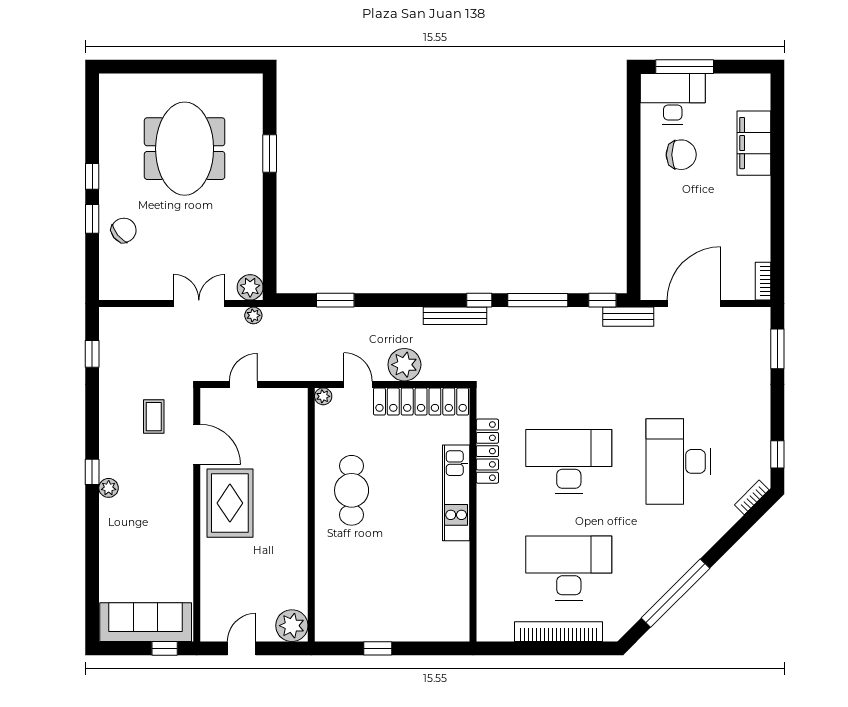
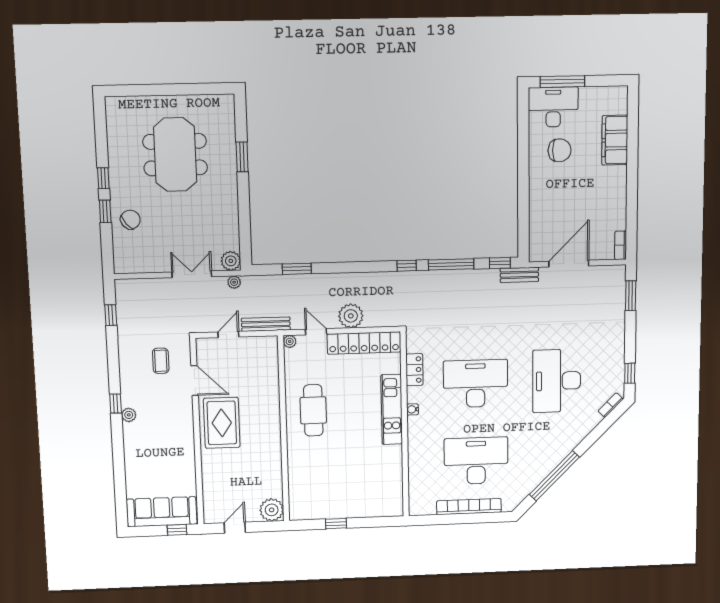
bench: (455, 316) -> (266, 324), moved
locker: (487, 451) -> (414, 370), width x0.66
water cooler: (484, 494) -> (413, 409), added

